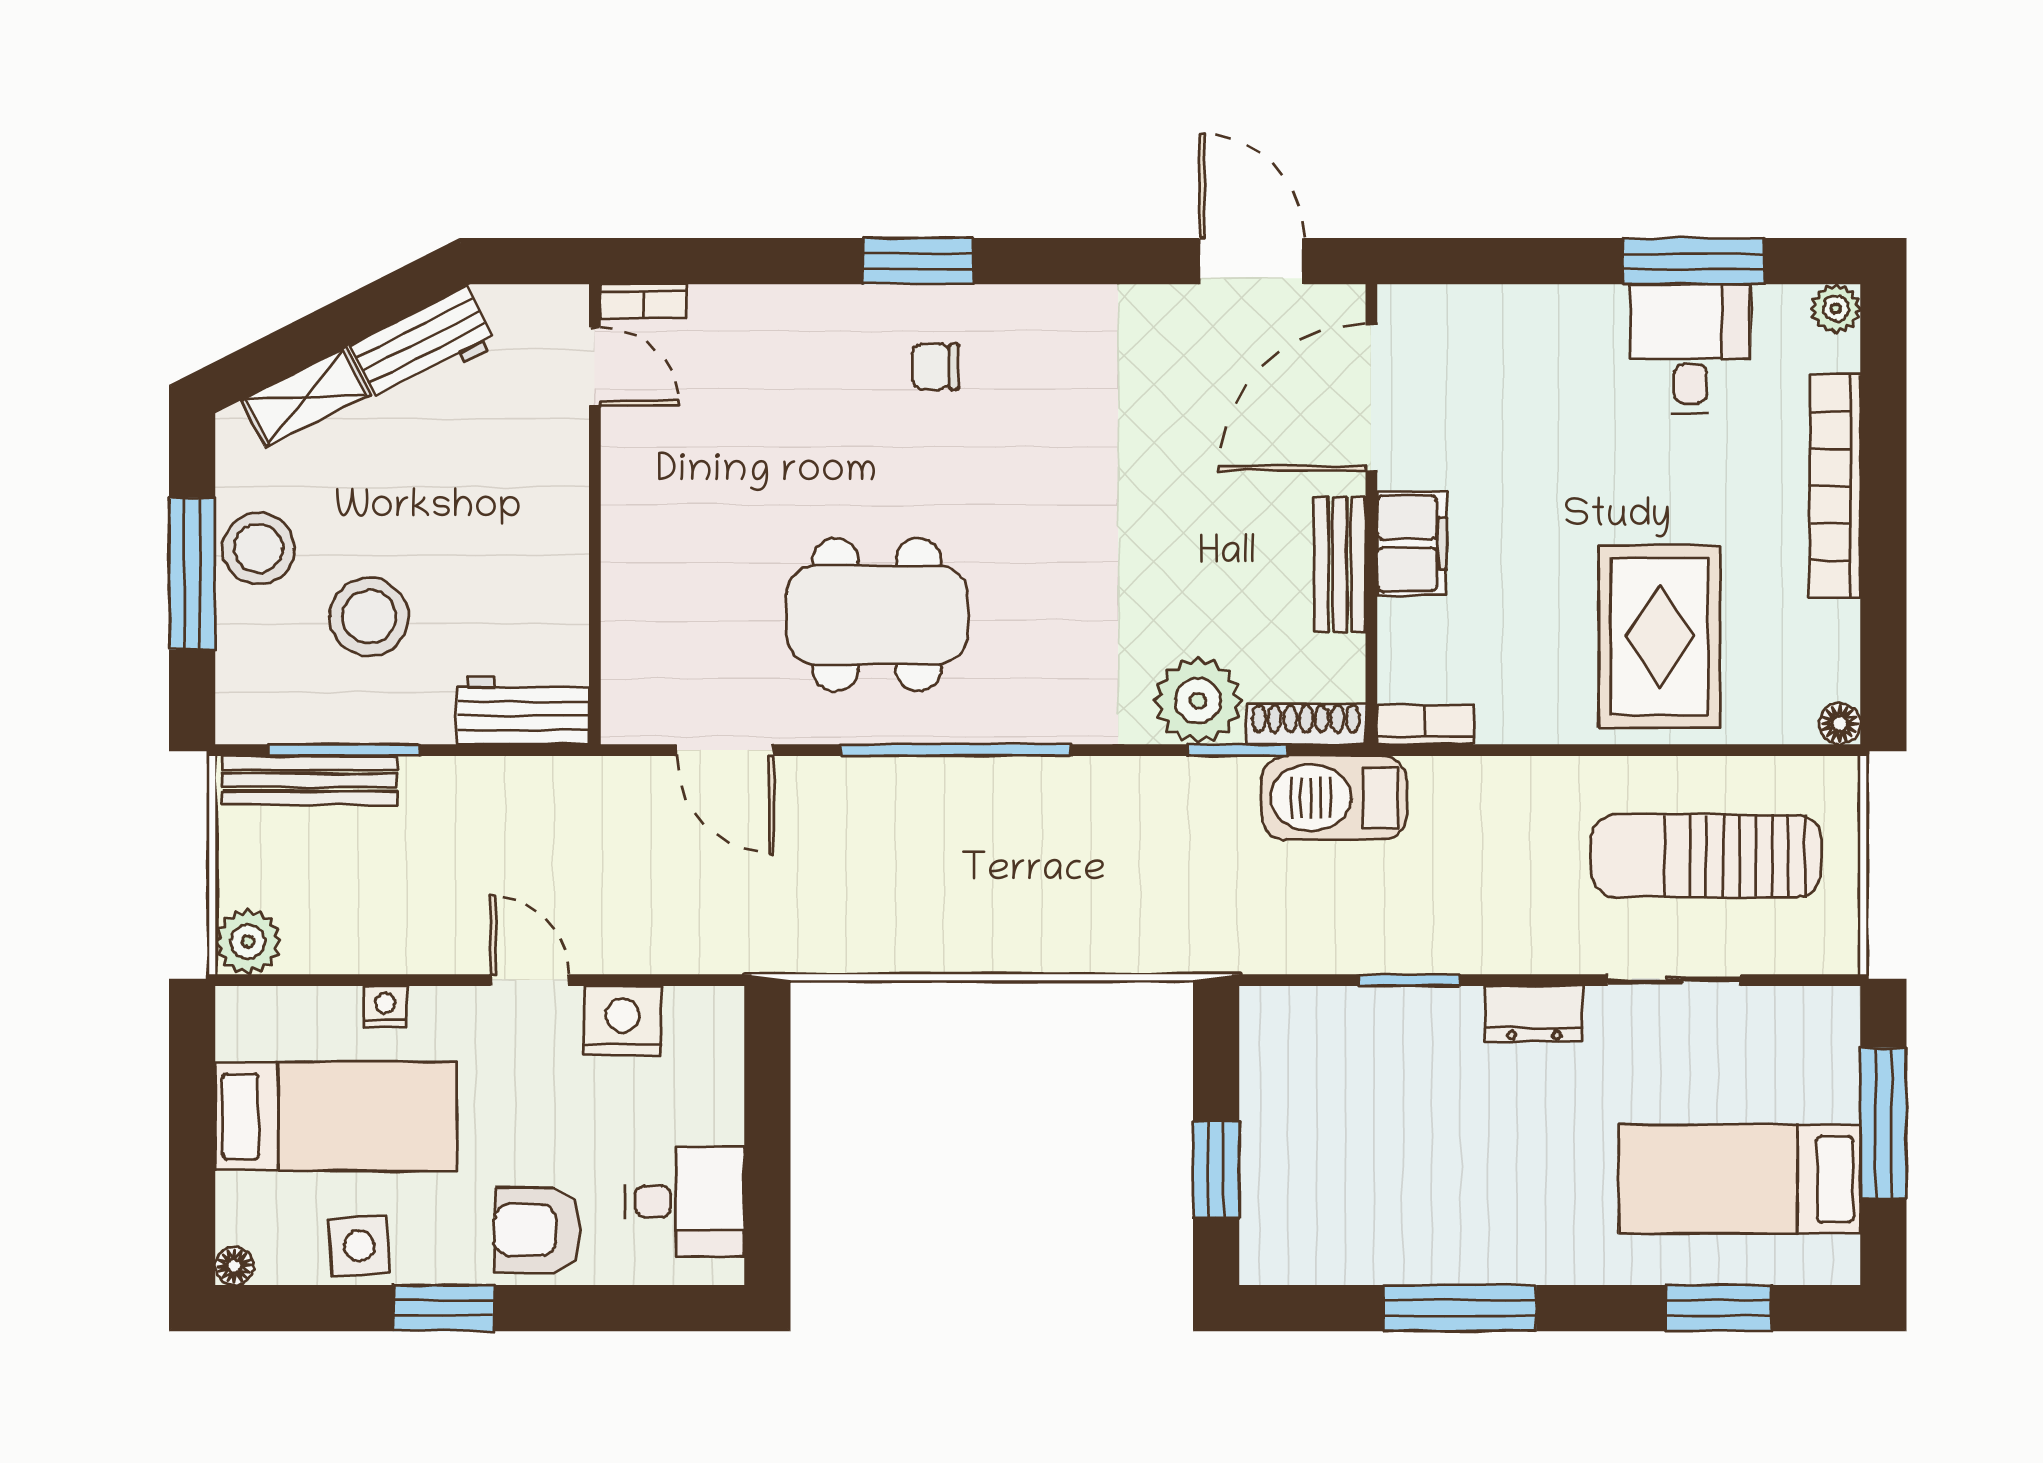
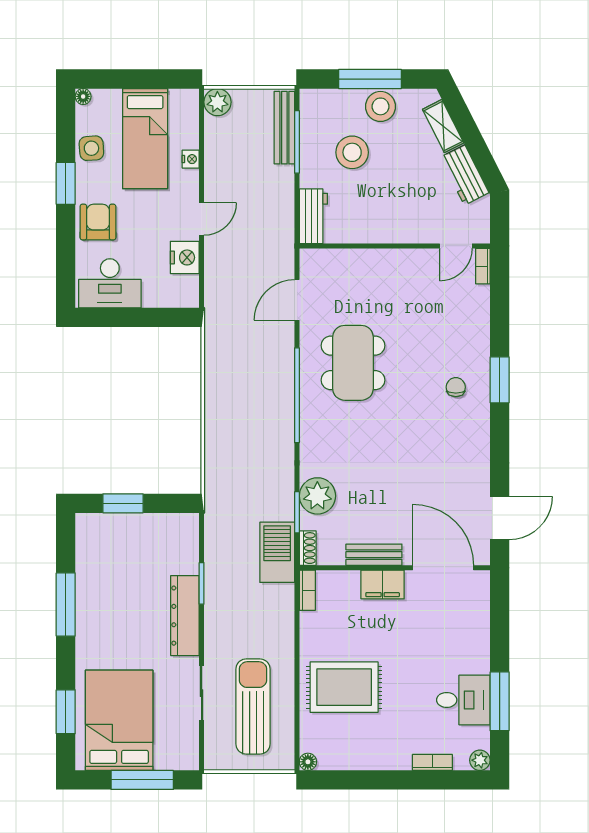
bookcase: (1835, 486) -> (432, 762), width x0.43, depth x0.76
shoe rack: (1306, 724) -> (308, 548), width x0.70
dresser: (1534, 1014) -> (185, 616), width x1.96, depth x1.24
bed: (1740, 1179) -> (119, 720), width x1.50
desk: (685, 1201) -> (110, 283), width x1.37

